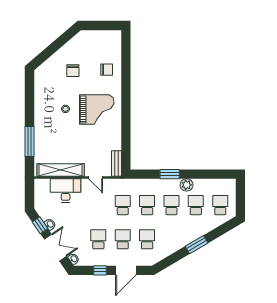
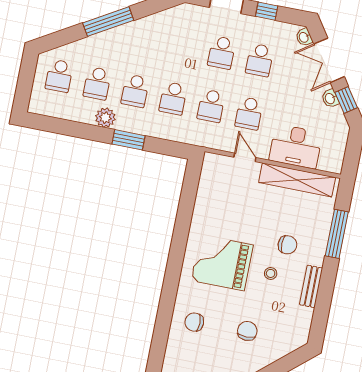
chair: (59, 129) -> (287, 245), added
bench: (116, 163) -> (311, 286), moved
school desk: (147, 239) -> (249, 113), moved
window: (197, 245) -> (108, 22), width x1.44

